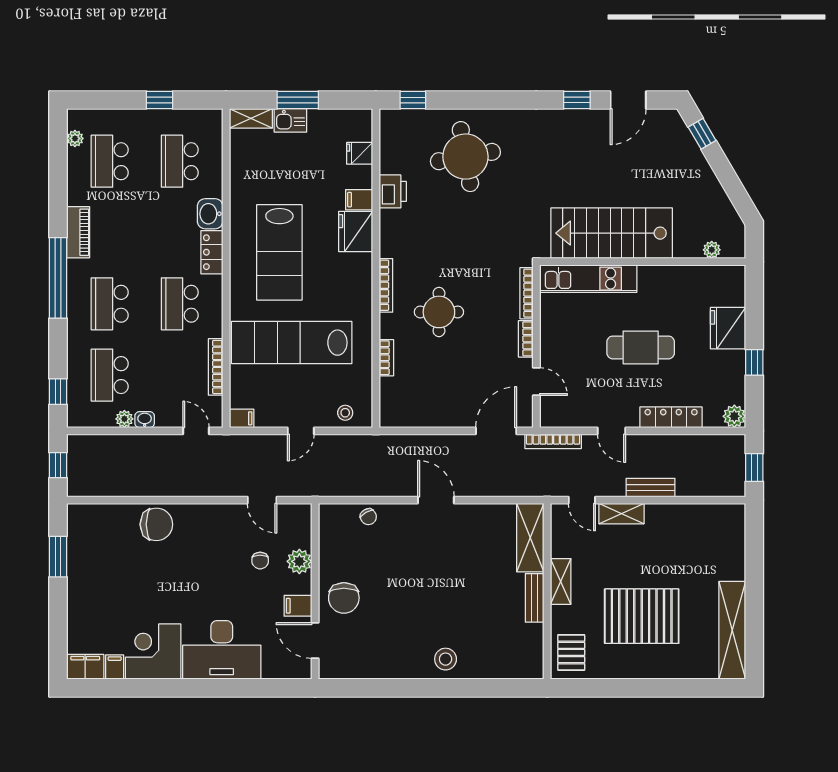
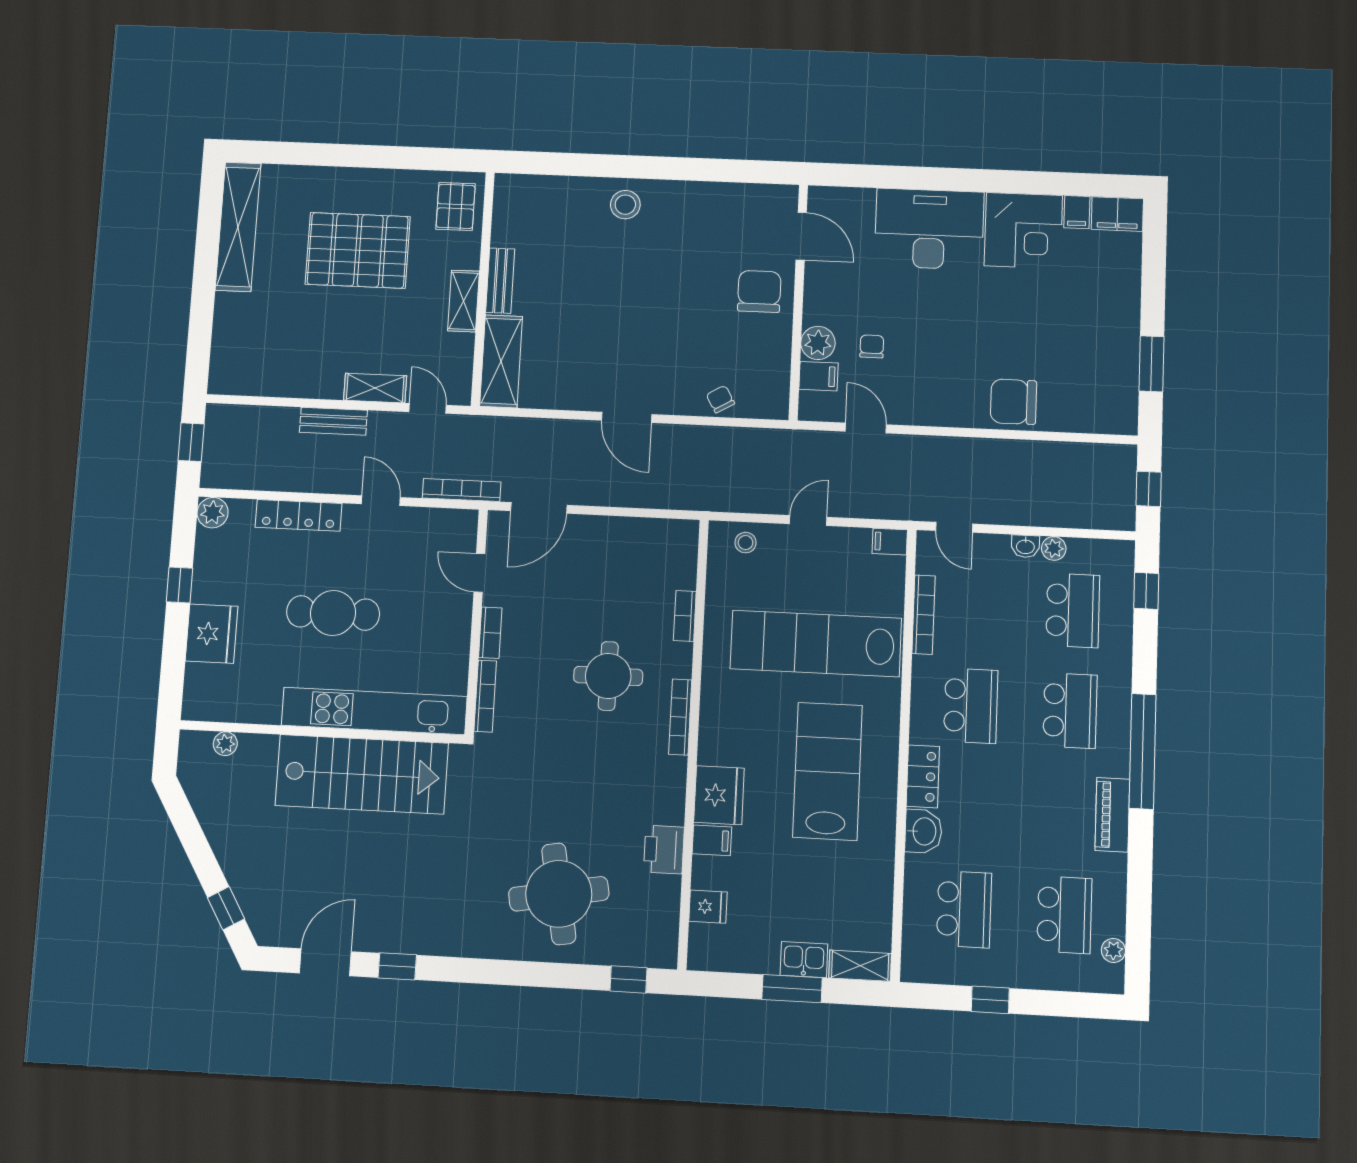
kitchen unit: (588, 279) -> (374, 711), width x1.36
lab bench: (292, 343) -> (816, 644), turned 180
filing cabinet: (298, 606) -> (818, 376), moved

